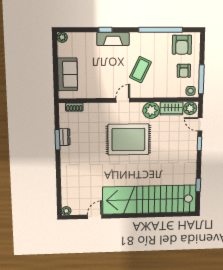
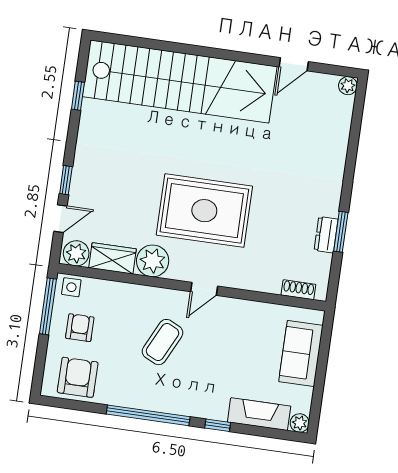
window: (161, 30) -> (148, 415), moved
fireplace: (113, 39) -> (259, 414), moved
door: (200, 124) -> (60, 219), hinge flipped

